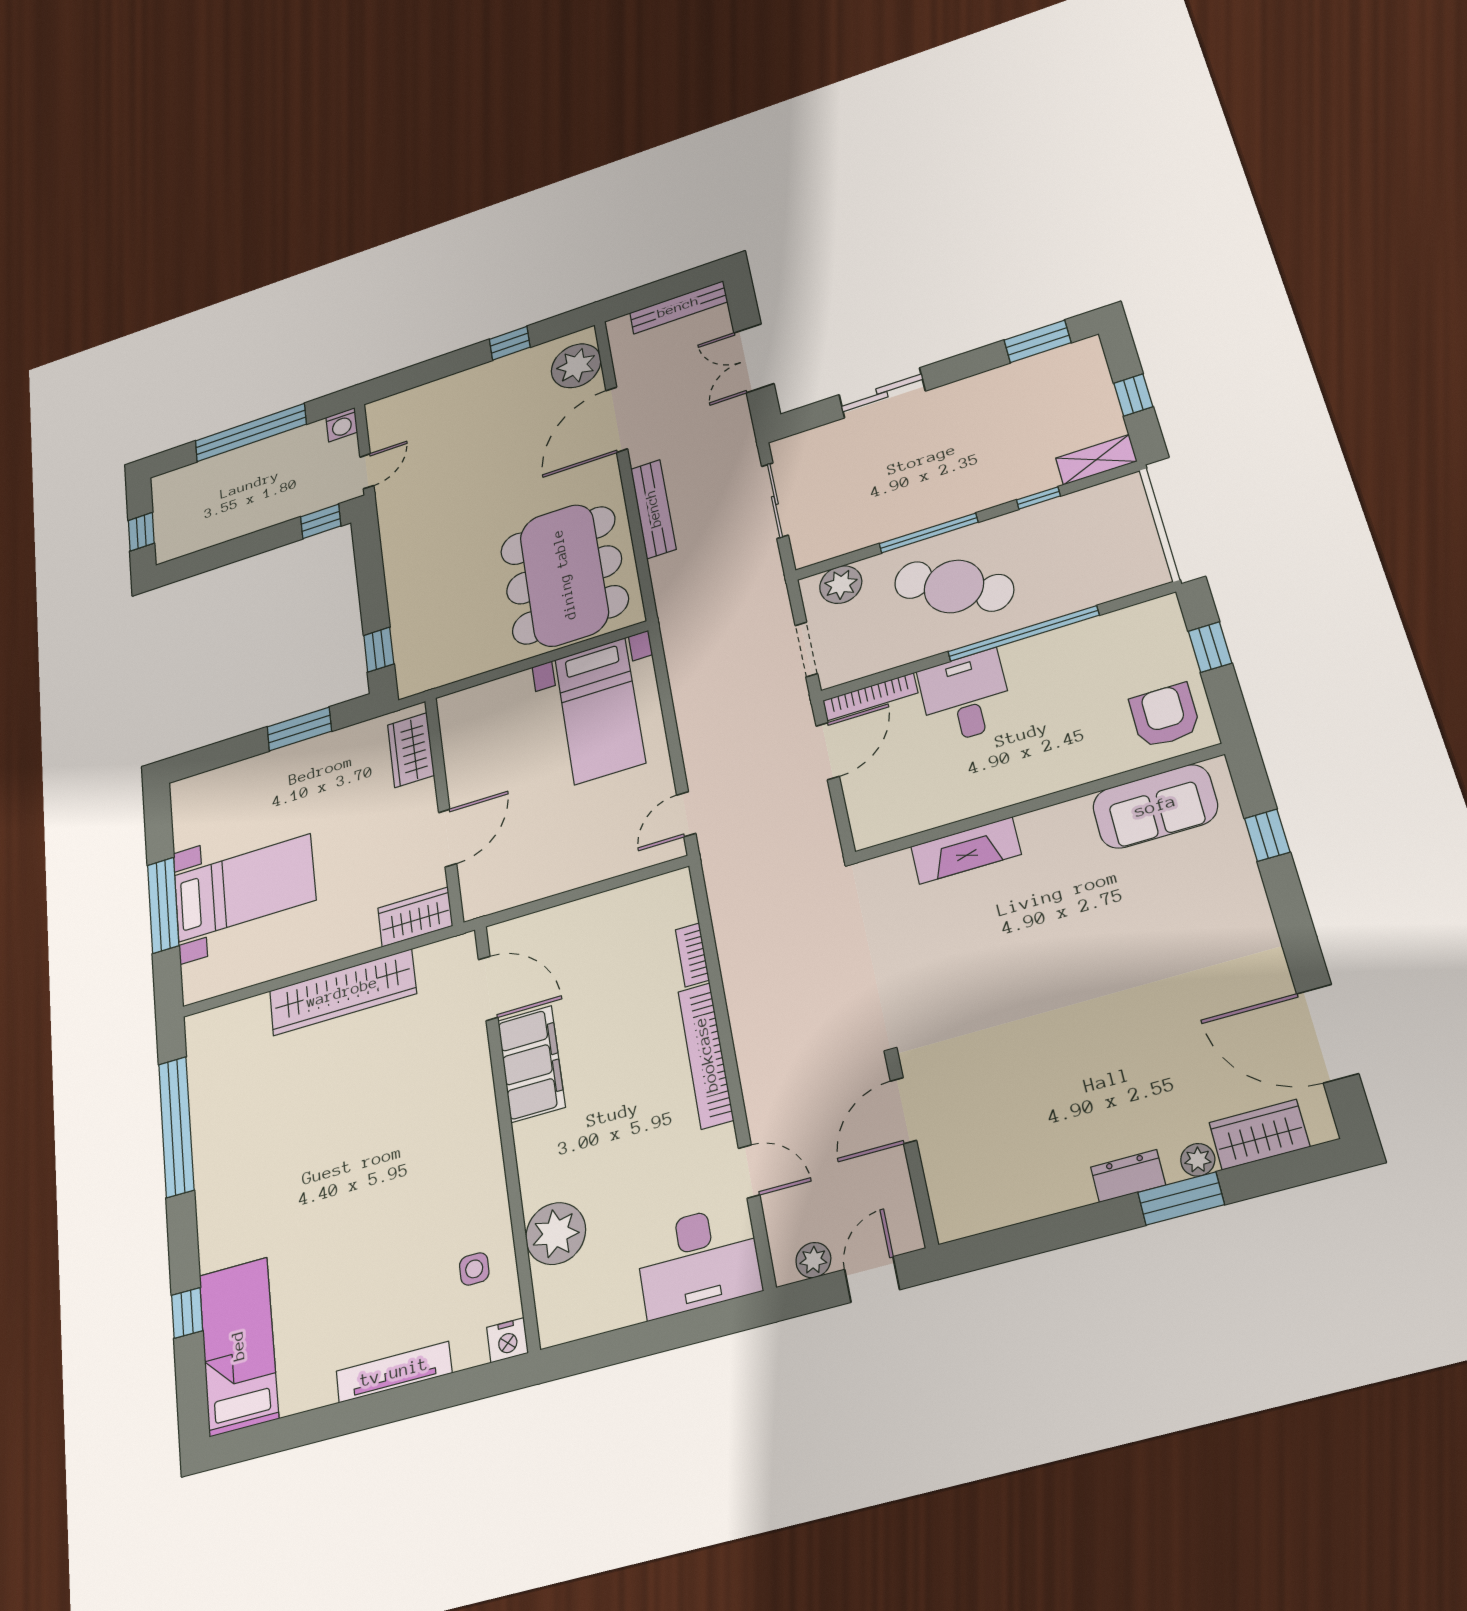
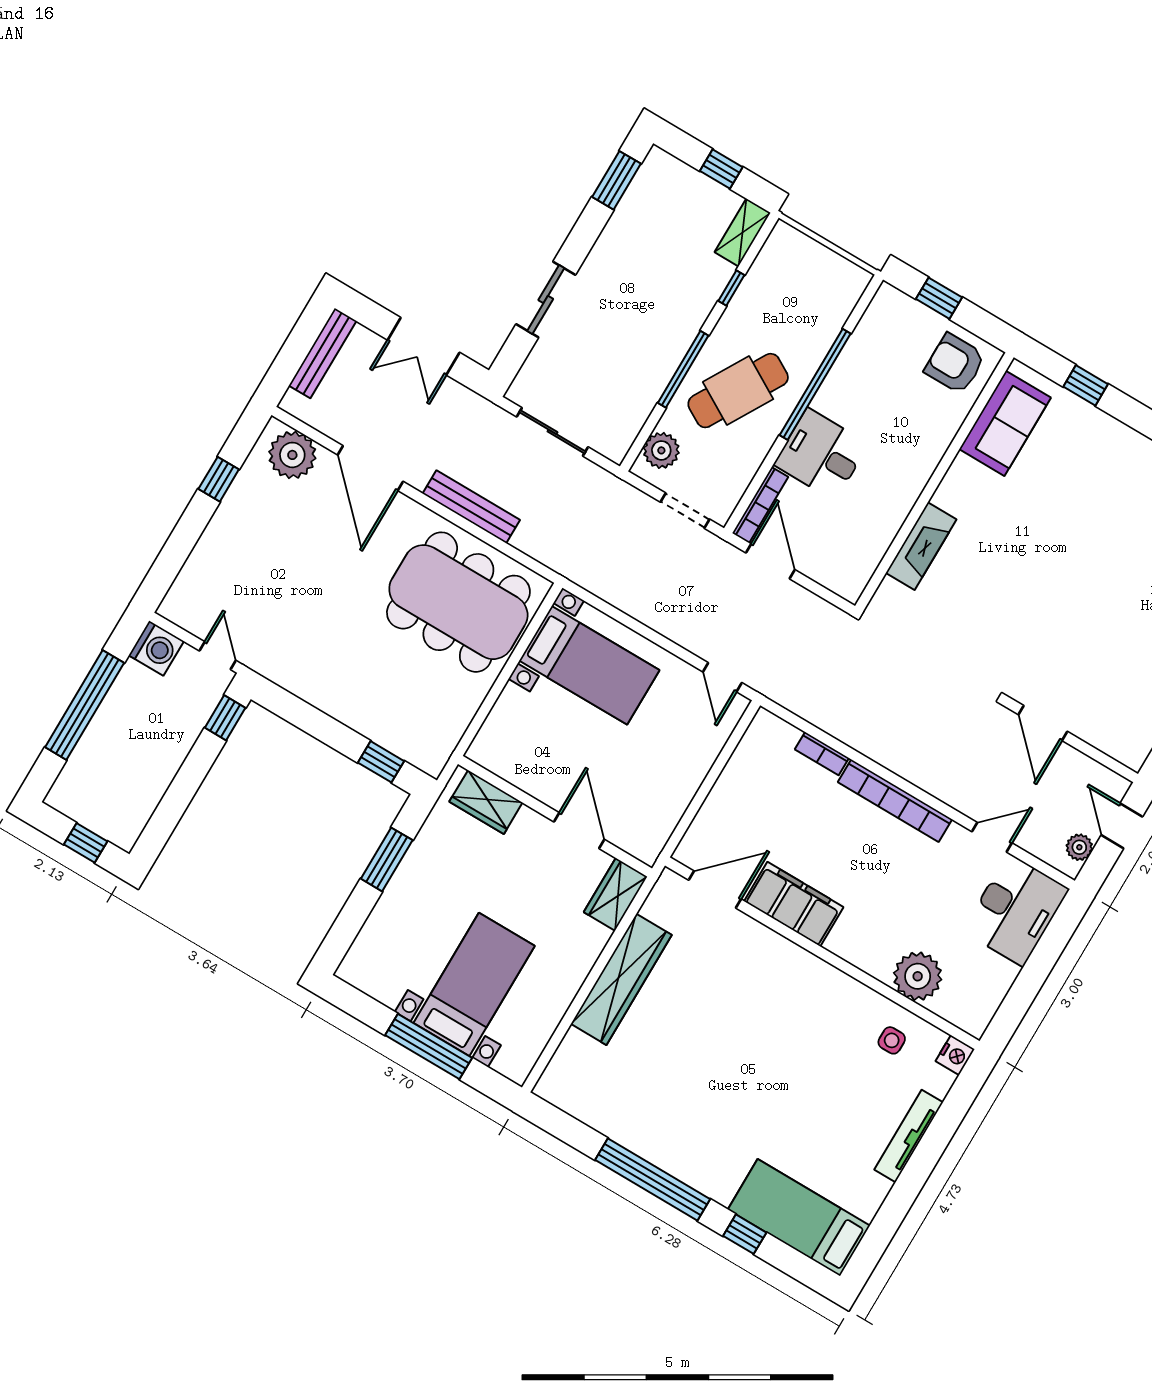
washing machine: (342, 425) -> (156, 648), width x1.38, depth x1.38
window: (176, 1126) -> (653, 1179), moved

